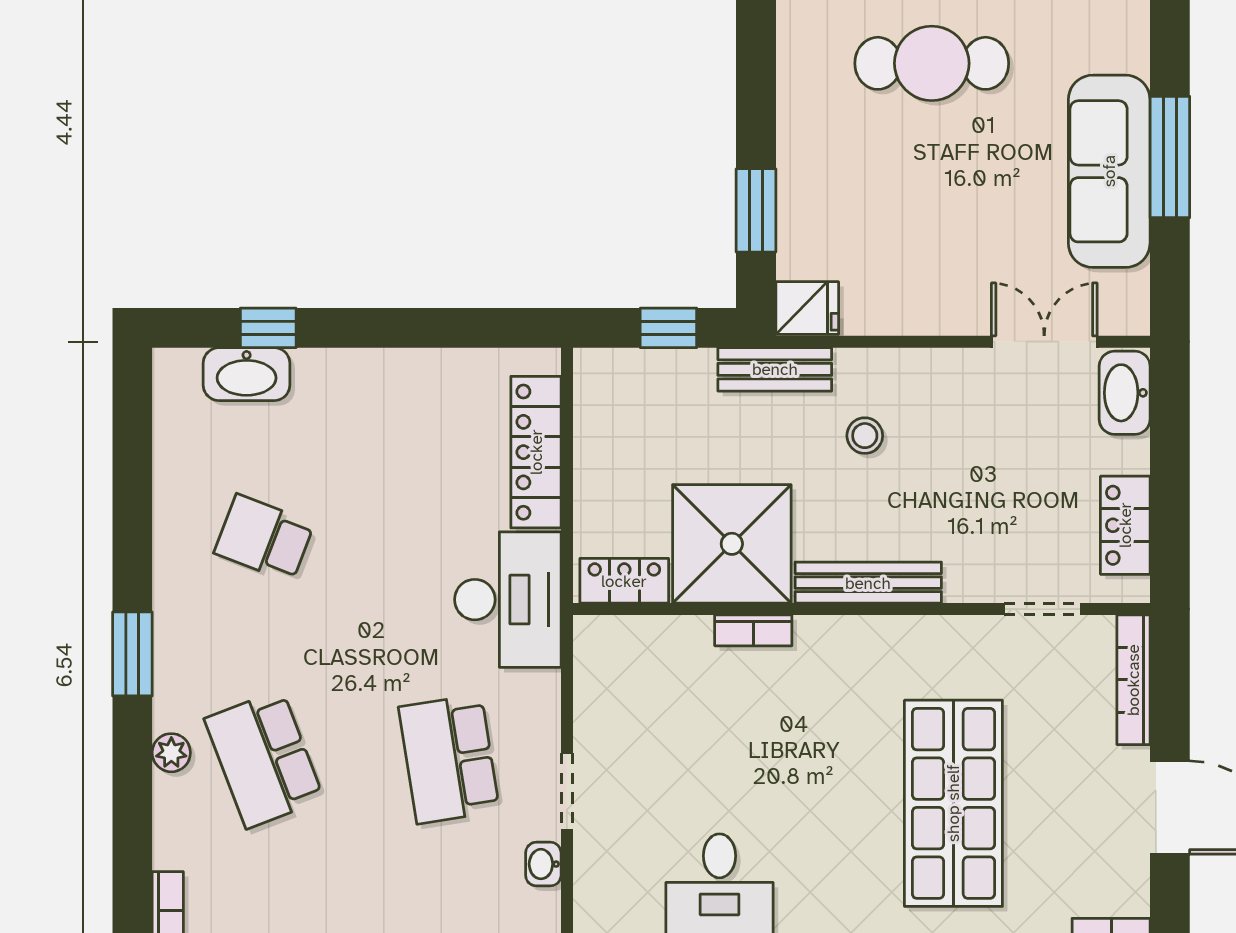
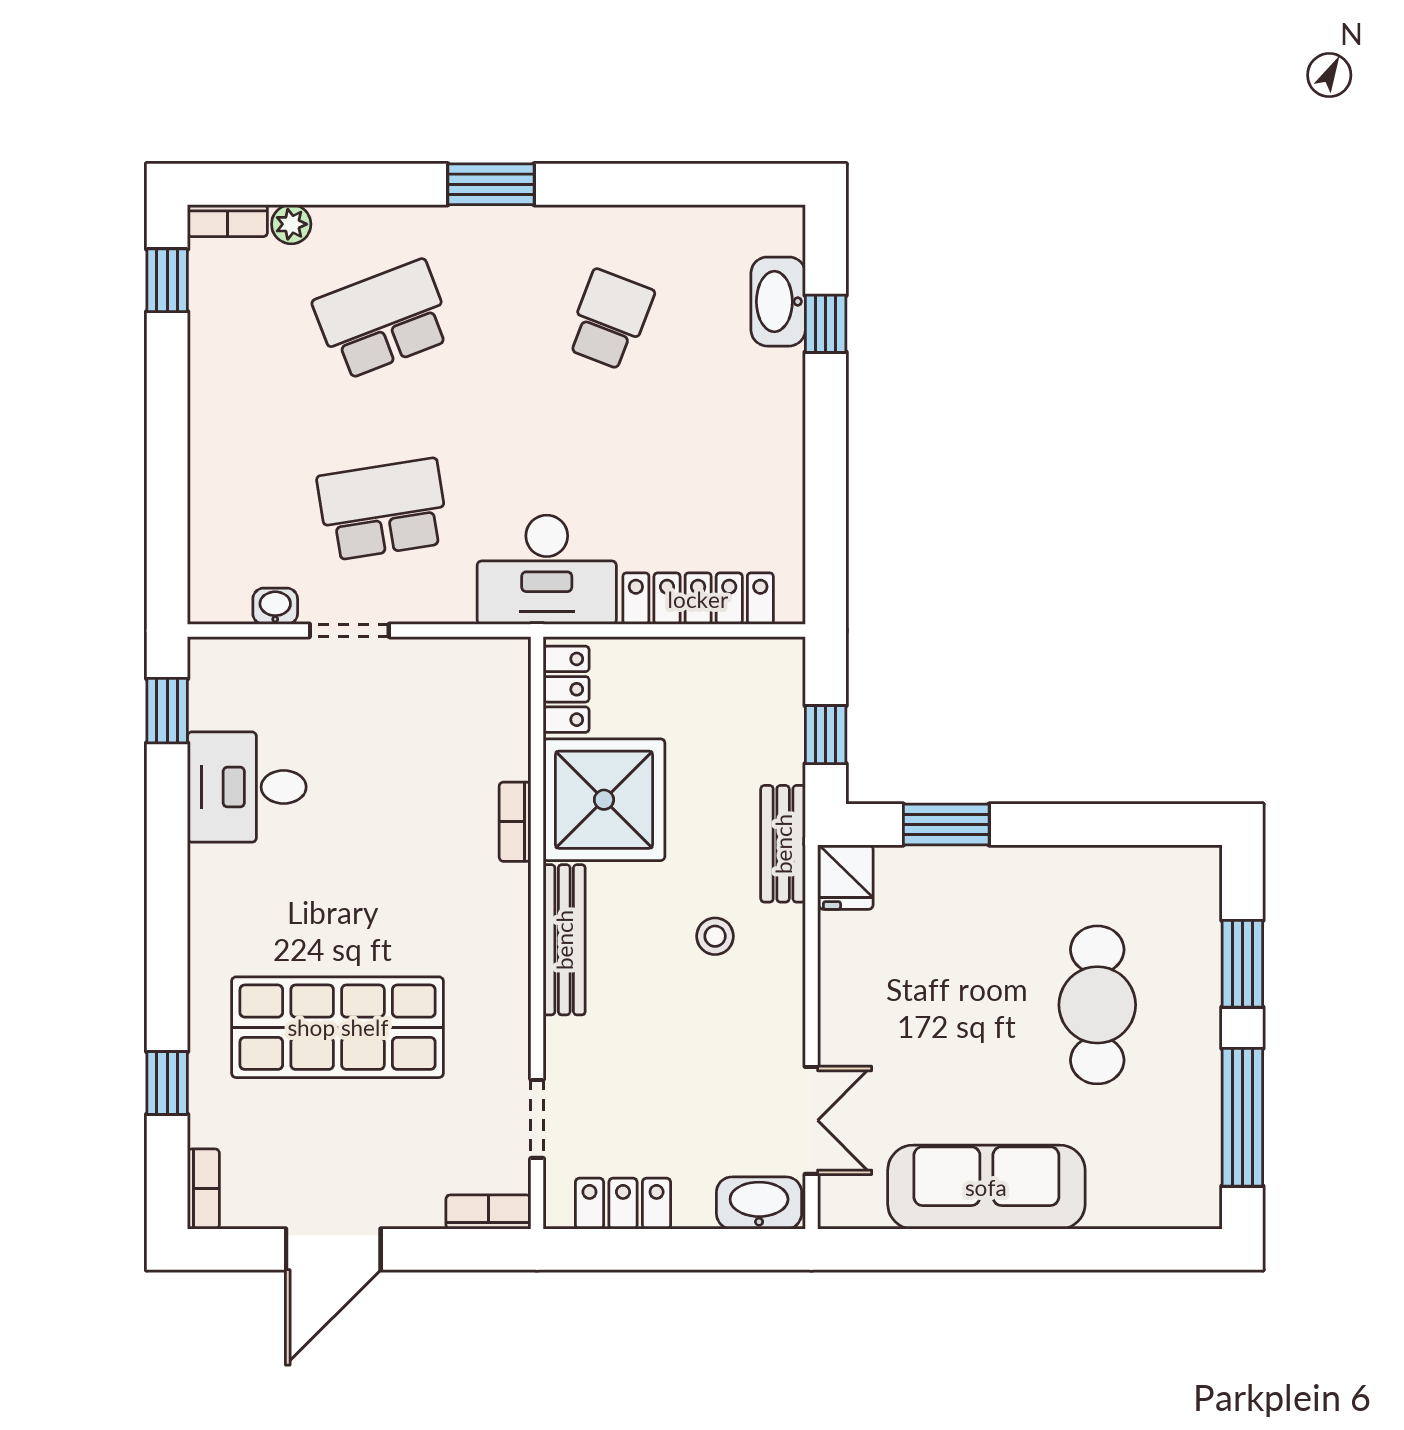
window: (1170, 157) -> (1001, 1249), removed
bookcase: (1133, 680) -> (488, 1212), width x0.64
plant: (171, 753) -> (291, 224), moved

